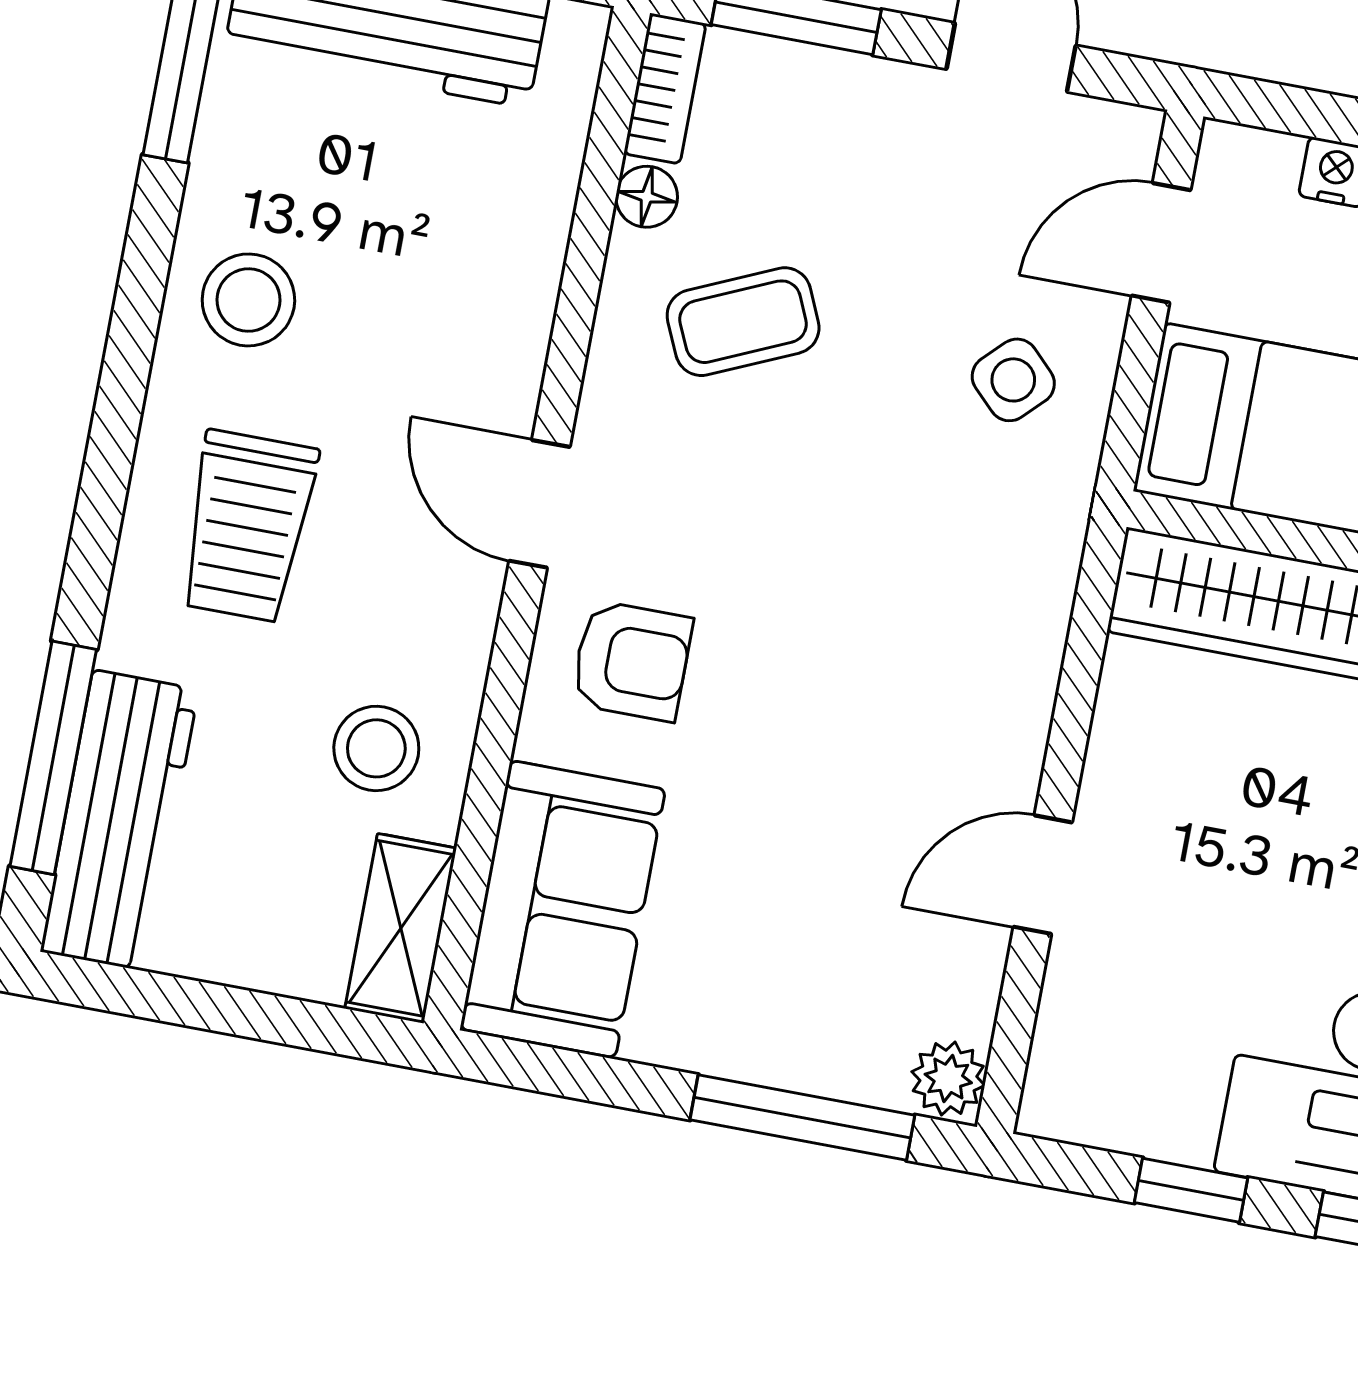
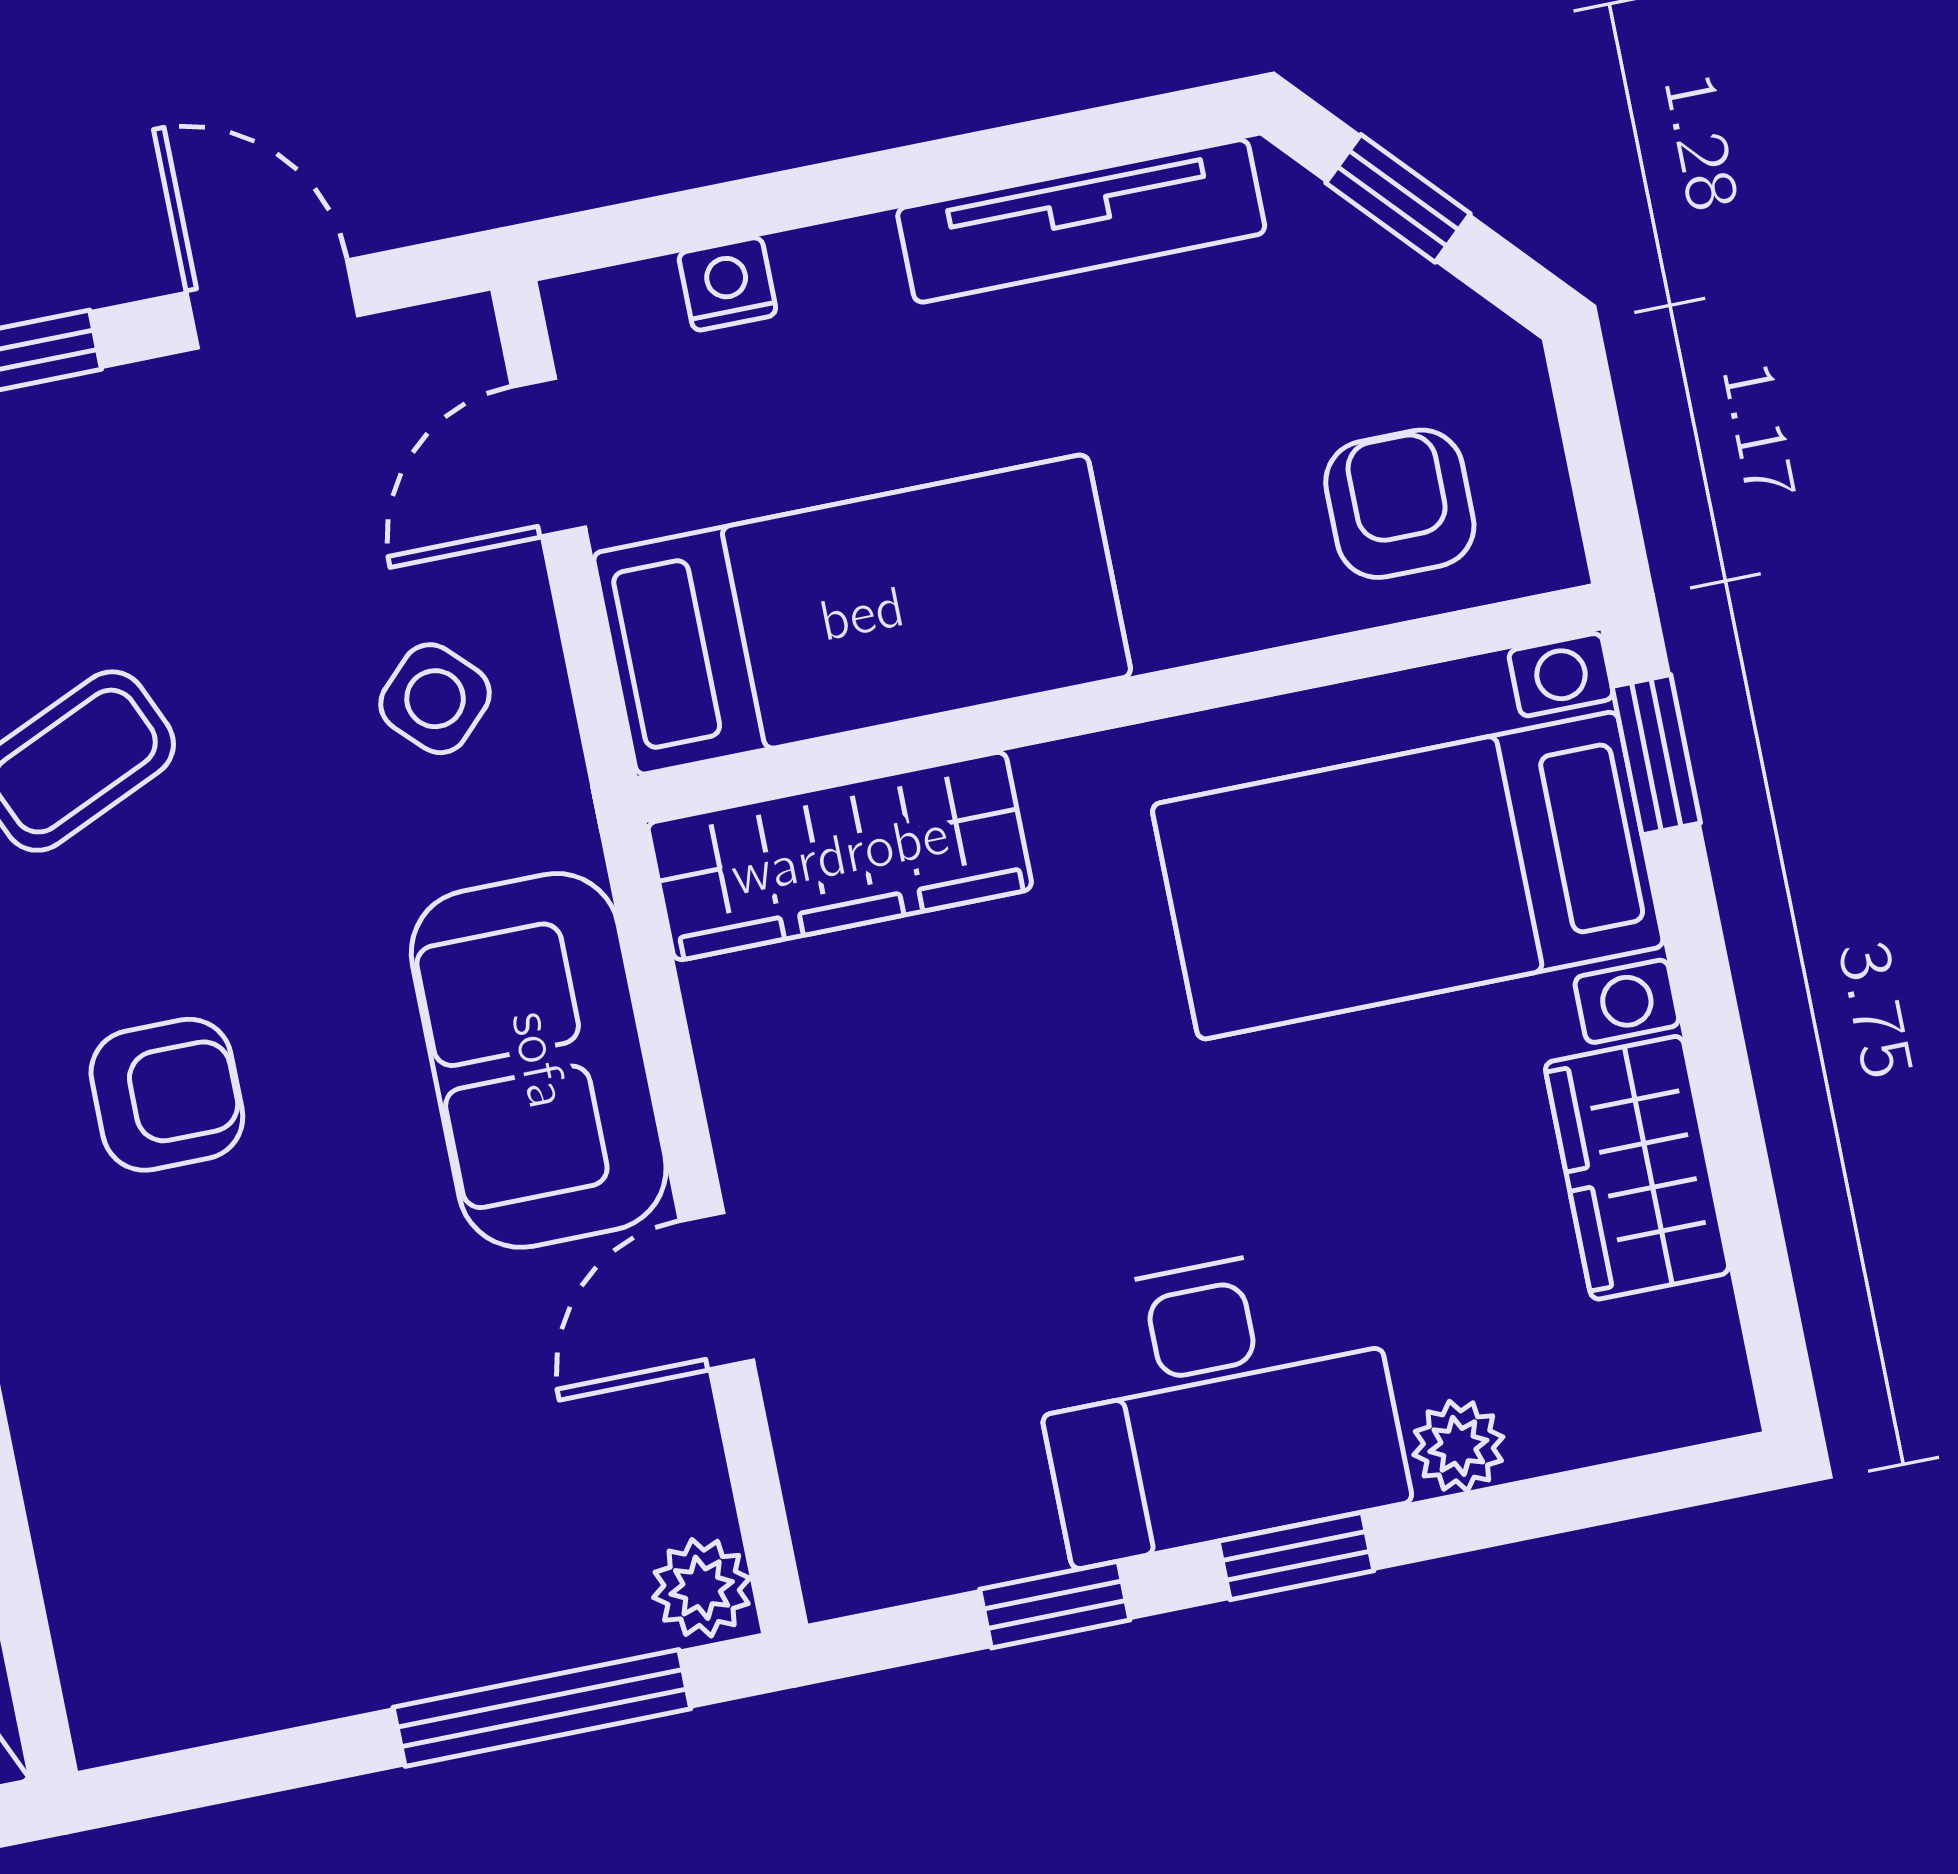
armchair: (632, 661) -> (167, 1095), moved
sofa: (563, 909) -> (539, 1060), moved, turned 180

